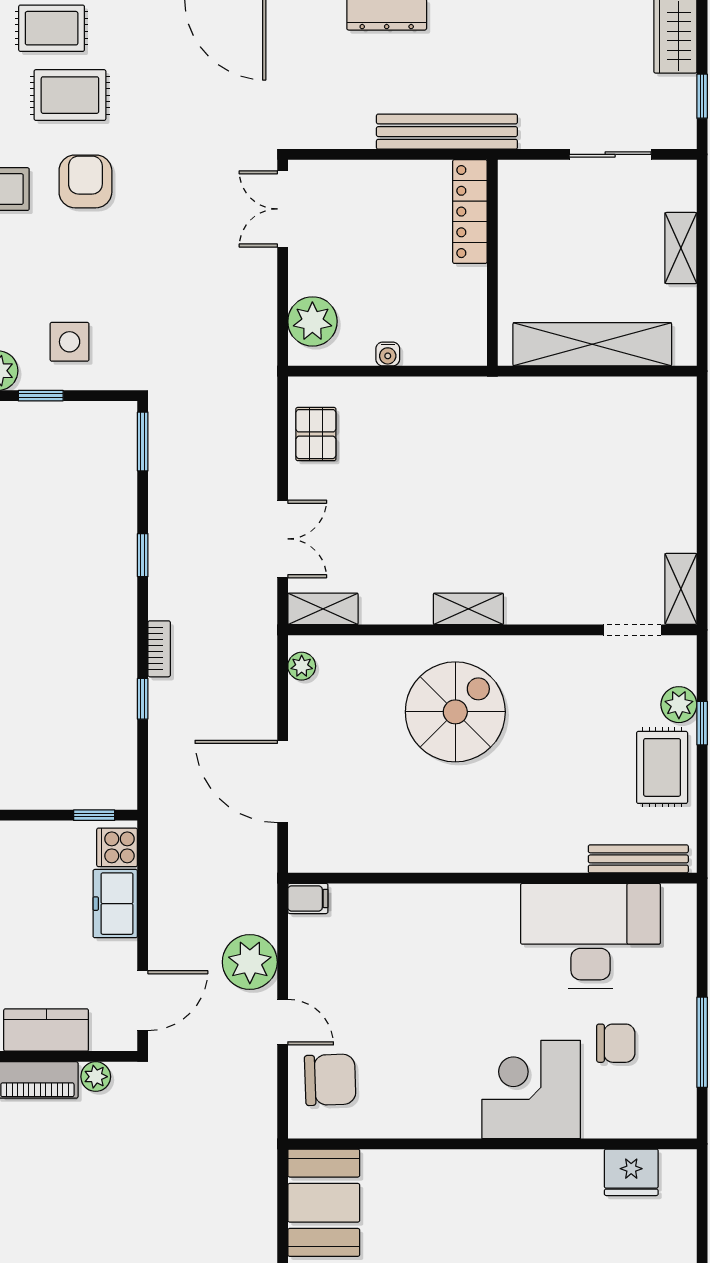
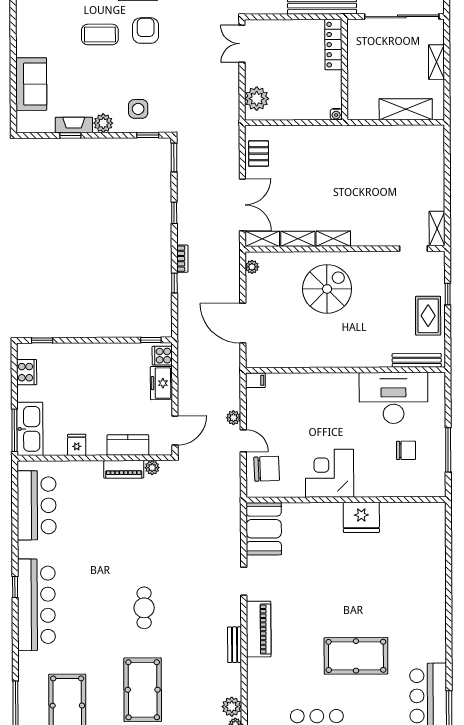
sliding door: (610, 154) -> (402, 16), width x1.86
shelving: (592, 344) -> (406, 109), width x0.68
water cooler: (388, 354) -> (336, 114), moved
window: (41, 396) -> (148, 135), moved
double door: (283, 539) -> (242, 205), width x1.37
shelving: (396, 609) -> (298, 239), added
plant: (679, 705) -> (436, 285), removed
plant: (250, 962) -> (233, 418), width x0.53, depth x0.53
corner desk: (531, 1089) -> (330, 473), moved
fridge: (631, 1172) -> (361, 517), moved, width x1.36, depth x1.34

